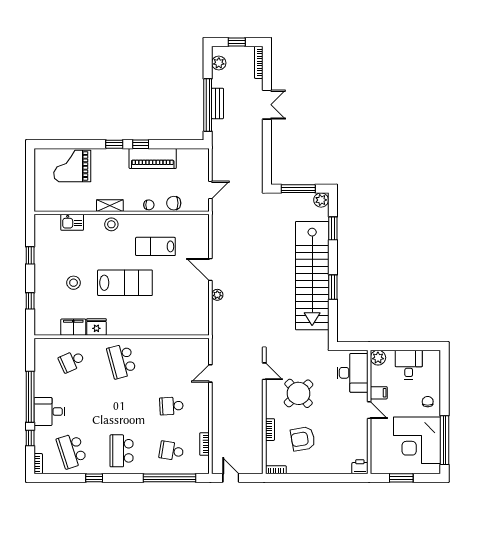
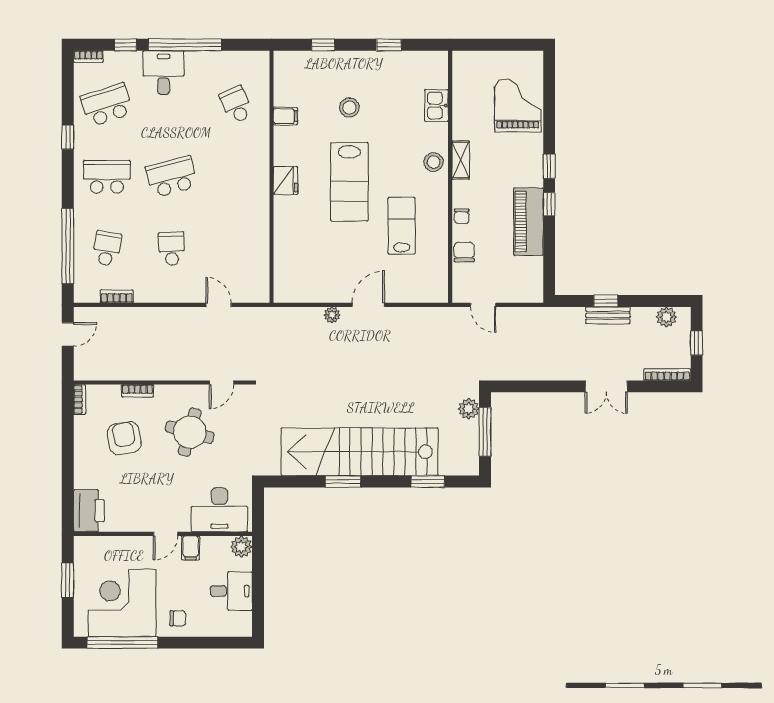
window: (208, 105) -> (606, 301), width x0.32
plant: (321, 200) -> (469, 409), moved
filing cabinet: (73, 327) -> (285, 116), width x0.50
fridge: (96, 327) -> (286, 180), moved
school desk: (122, 361) -> (172, 177), moved
round table: (299, 393) -> (190, 432), turned -32
printer: (360, 467) -> (89, 511), width x1.87, depth x1.48

